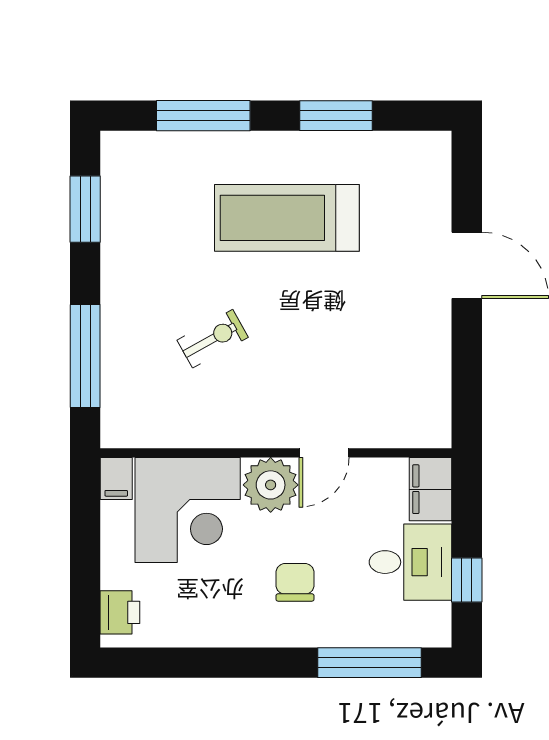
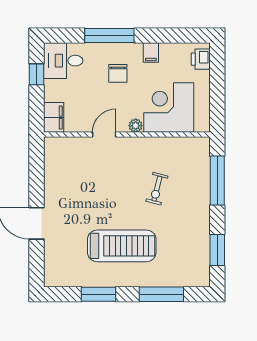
exercise bike: (213, 339) -> (157, 189), turned -47
filing cabinet: (116, 479) -> (151, 52), moved, turned 180
plant: (271, 485) -> (136, 126), width x0.53, depth x0.53
desk: (411, 562) -> (63, 61), moved
window: (370, 663) -> (109, 35), moved

